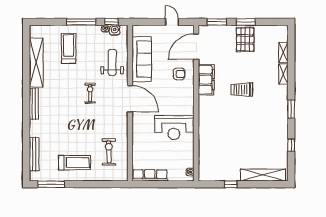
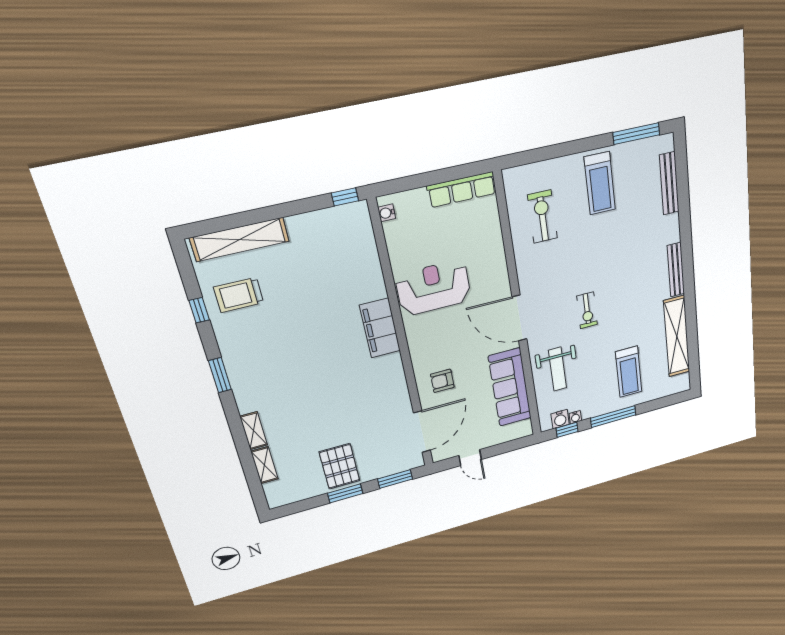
filing cabinet: (206, 80) -> (380, 328), moved
trolley: (242, 89) -> (239, 295), moved, turned 180
exercise bike: (109, 152) -> (542, 217), turned 180
treadmill: (75, 163) -> (600, 183), turned -90
window: (231, 184) -> (345, 197), moved

